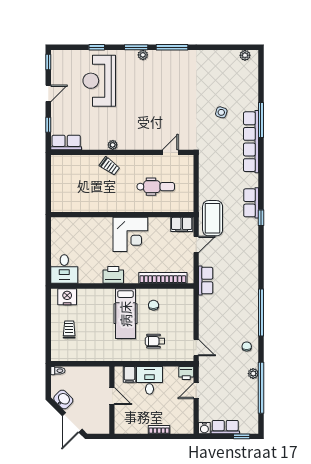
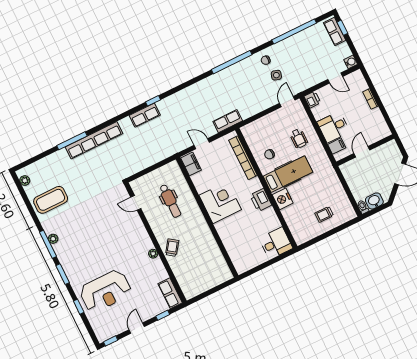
plant: (143, 55) -> (53, 239), moved
door: (48, 93) -> (137, 328), hinge flipped
side table: (221, 112) -> (276, 75), moved
dental chair: (156, 187) -> (170, 201), turned 180
coffee table: (213, 218) -> (51, 200), moved
nightstand: (67, 297) -> (283, 199), moved
plant: (253, 374) -> (285, 44), removed
door: (196, 391) -> (335, 78), moved
washbasin: (63, 399) -> (374, 201), moved, turned 45
row of seats: (225, 427) -> (335, 32), moved

